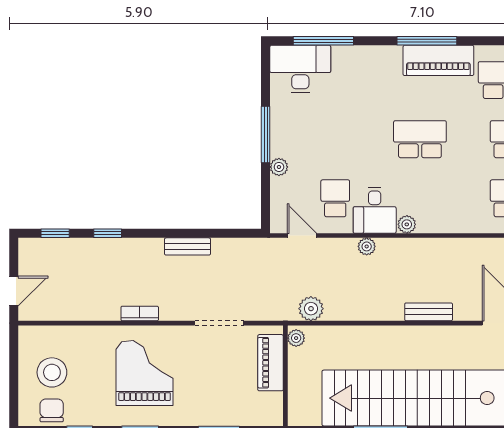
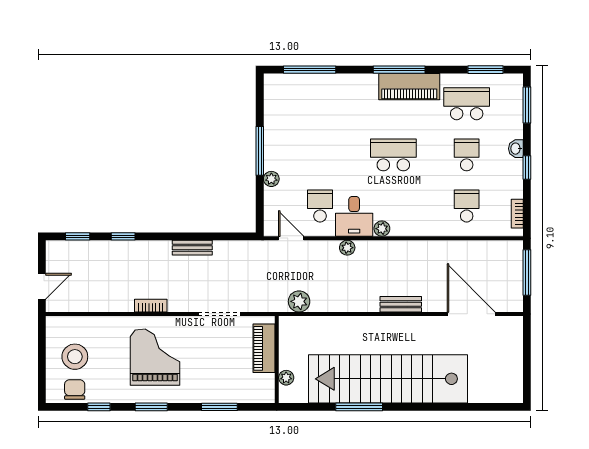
desk: (300, 69) -> (290, 94), removed
plant: (296, 338) -> (286, 378), moved

